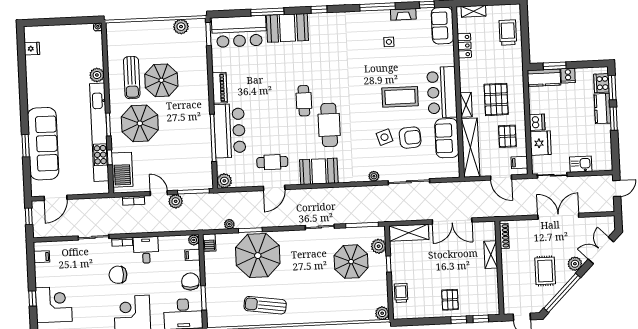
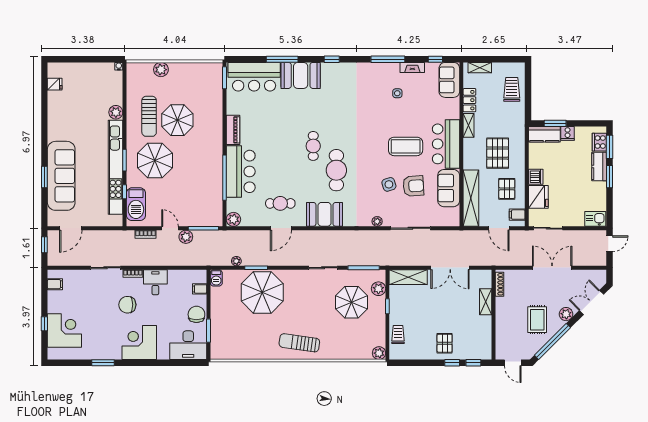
plant: (181, 27) -> (161, 70), moved
shelving: (466, 105) -> (469, 125), moved
kitchen sink: (581, 164) -> (595, 219), moved
plant: (194, 240) -> (202, 275), removed
sun lounger: (265, 305) -> (299, 343), moved

